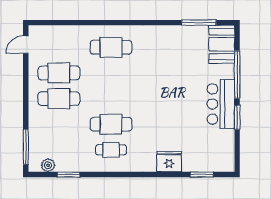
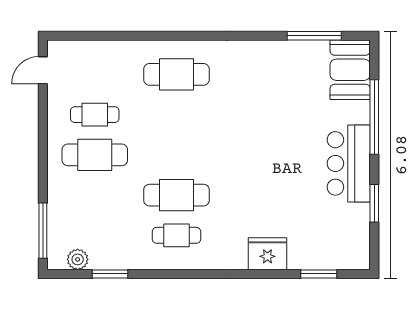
cafe table: (59, 73) -> (95, 115), width x0.73, depth x0.74
window: (237, 117) -> (374, 203), moved

